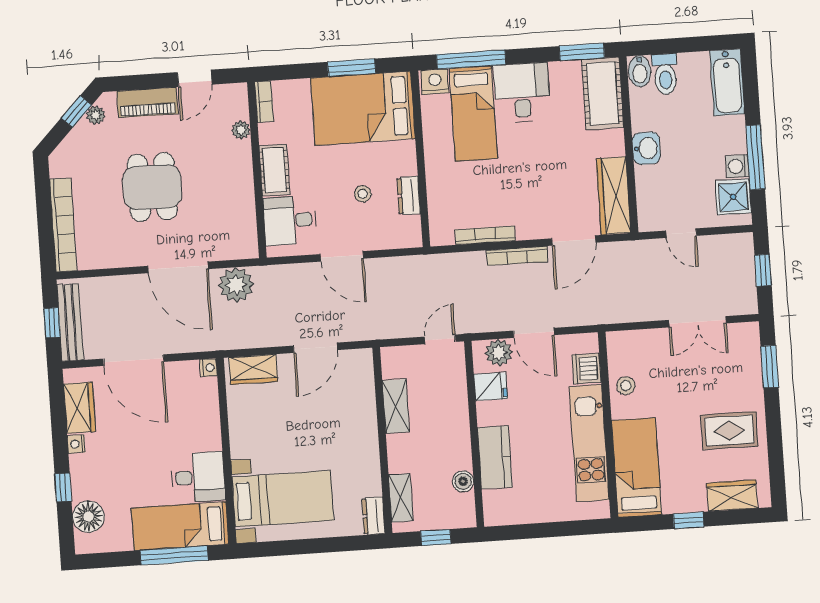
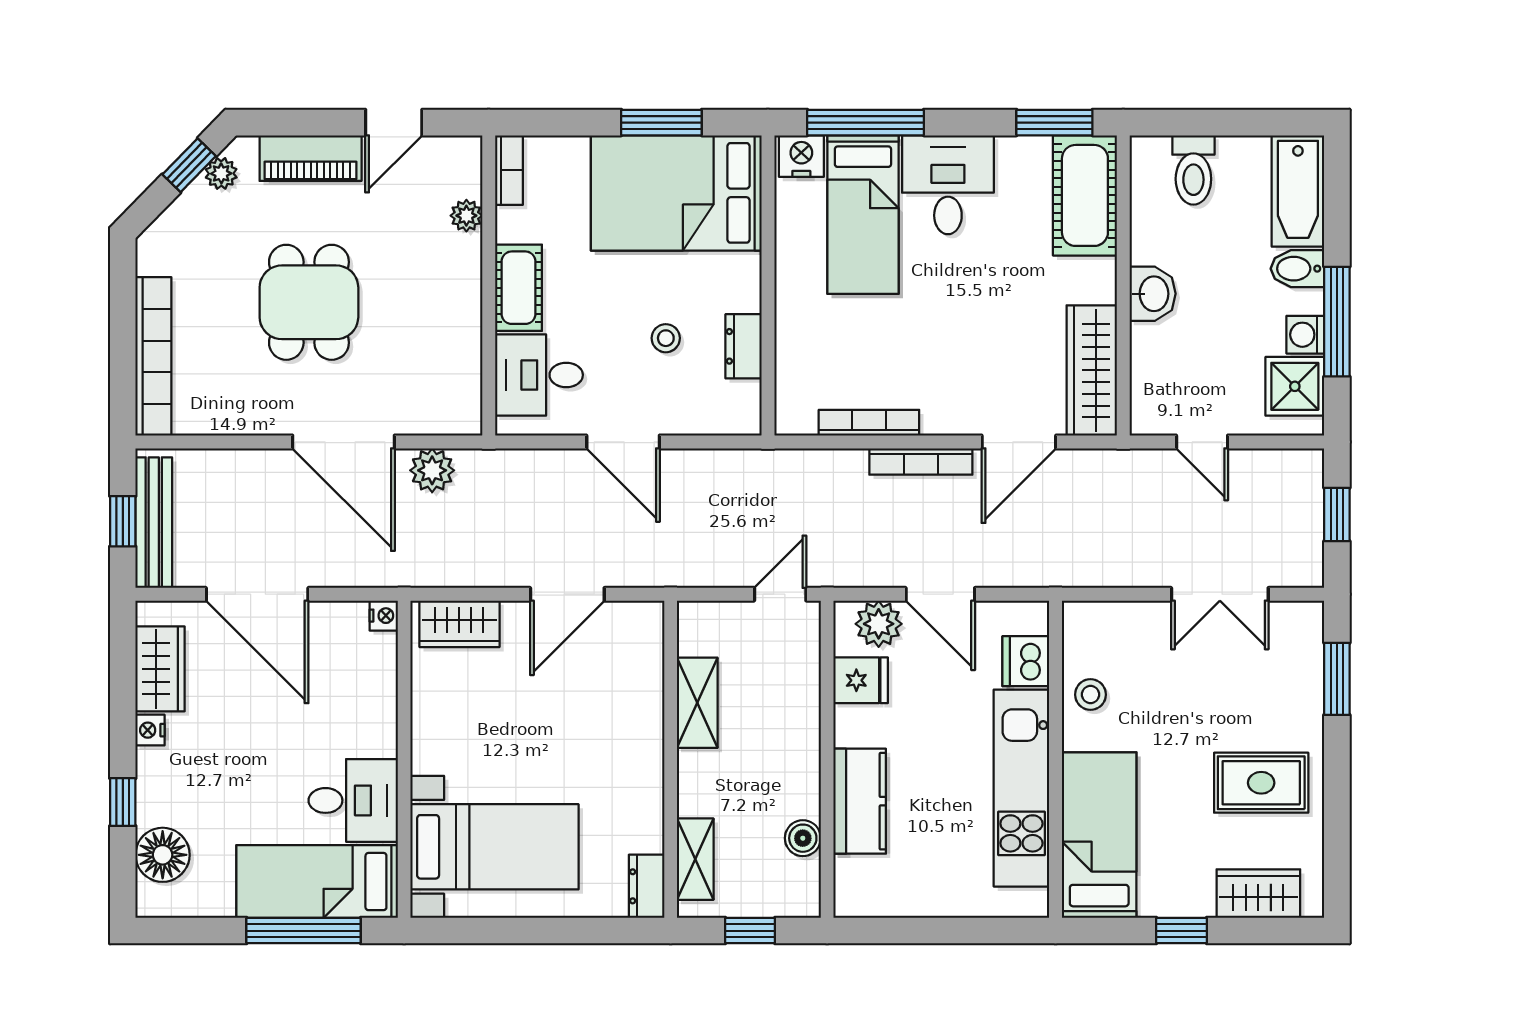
bidet: (640, 71) -> (1297, 269), moved, turned 90
plant: (236, 285) -> (432, 470), width x0.73, depth x0.73

